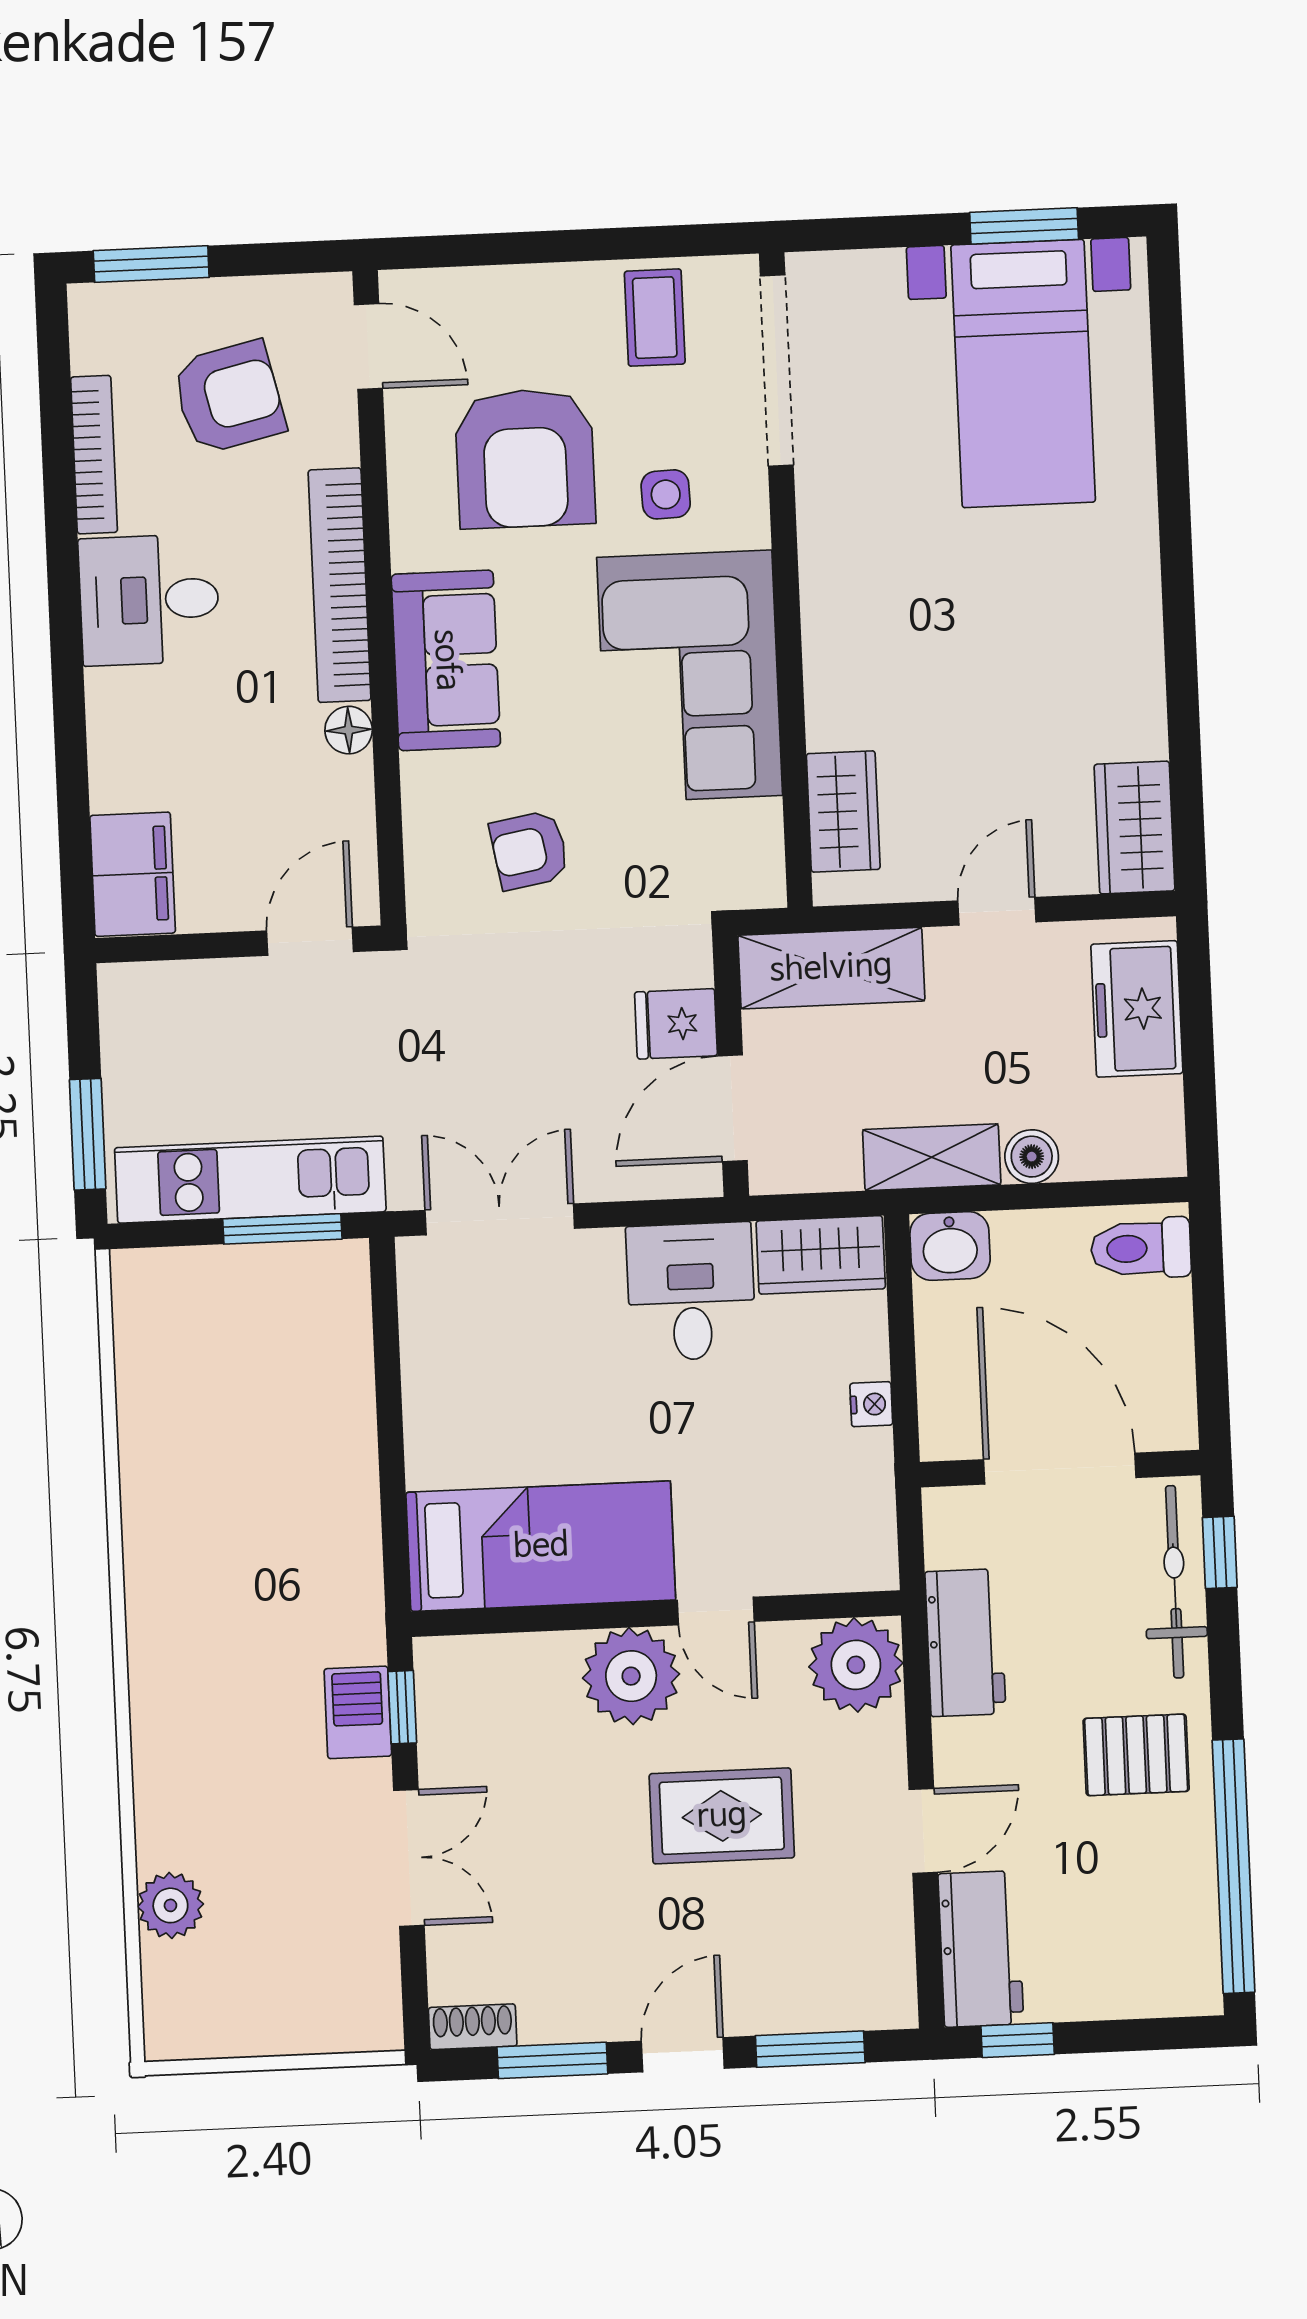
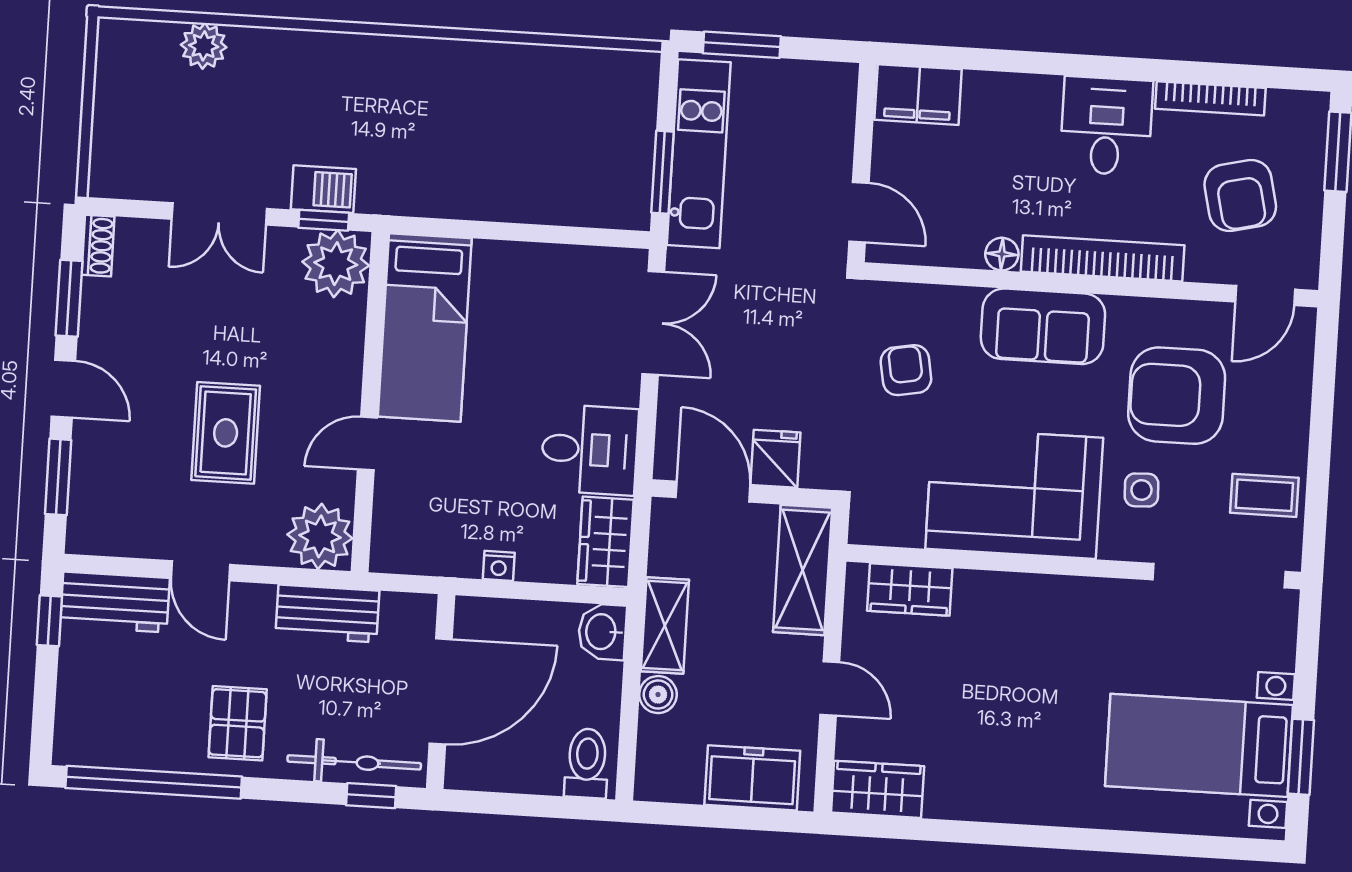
plant: (631, 1676) -> (336, 264), moved

